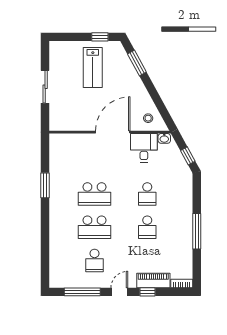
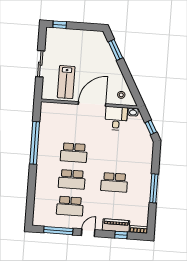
window: (100, 37) -> (60, 25), moved
lab bench: (93, 68) -> (66, 82), moved
window: (45, 185) -> (35, 143), width x2.11
school desk: (147, 194) -> (116, 156), removed
school desk: (147, 227) -> (114, 182), width x1.85
school desk: (95, 261) -> (70, 206), width x1.85
window: (147, 292) -> (121, 235), moved

